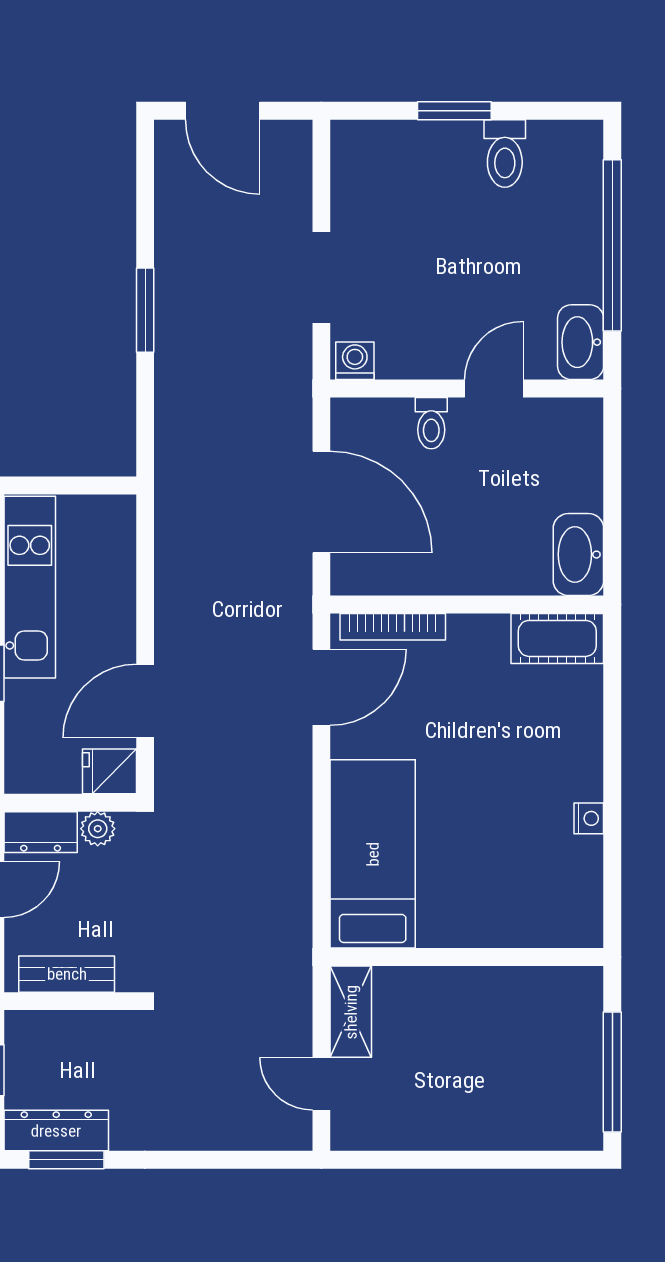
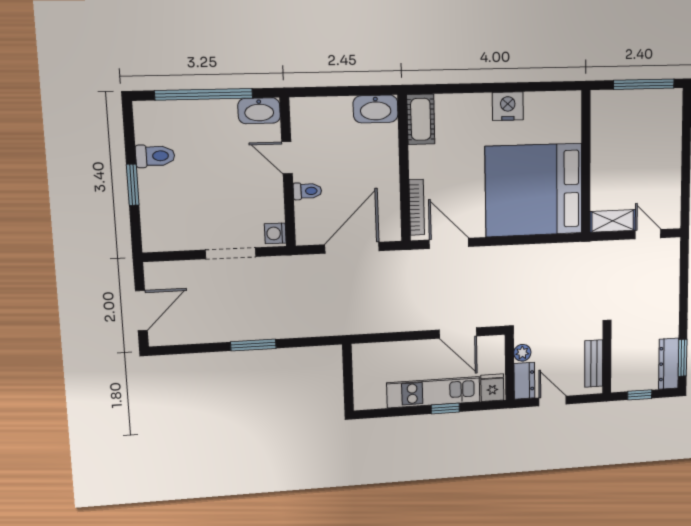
kitchen unit: (30, 587) -> (434, 392), moved
fridge: (109, 771) -> (492, 388), moved, turned 180
nightstand: (589, 818) -> (508, 106), width x1.89, depth x1.79
bed: (373, 854) -> (534, 190), width x2.04
door: (321, 1084) -> (648, 234), swing flipped

